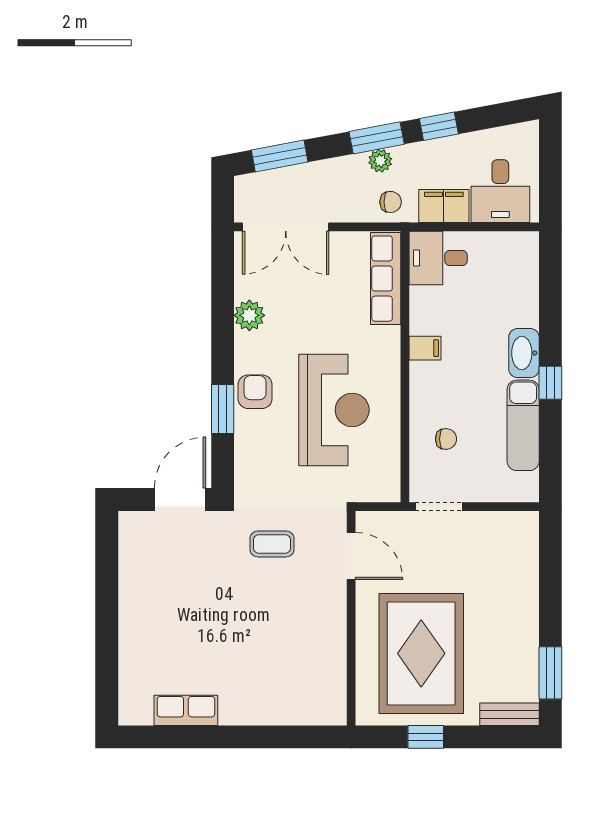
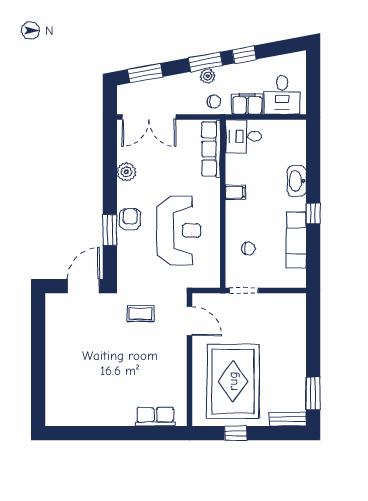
washbasin: (524, 353) -> (297, 181), moved
row of seats: (186, 710) -> (155, 417), moved

